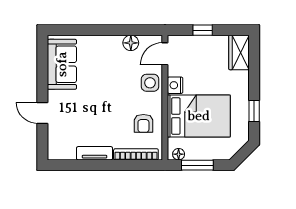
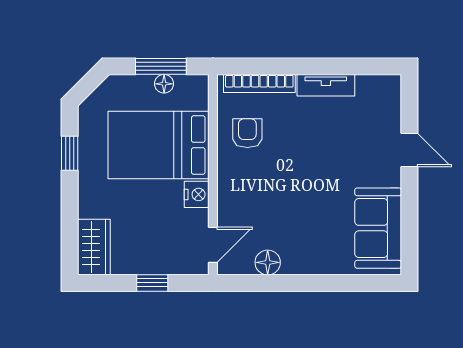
side table: (150, 83) -> (237, 198), removed
floor lamp: (179, 154) -> (164, 84), moved

